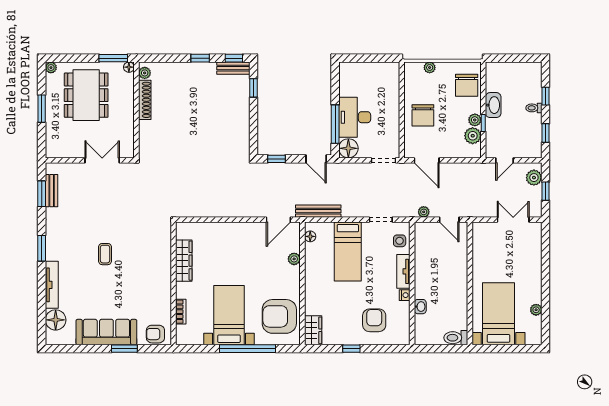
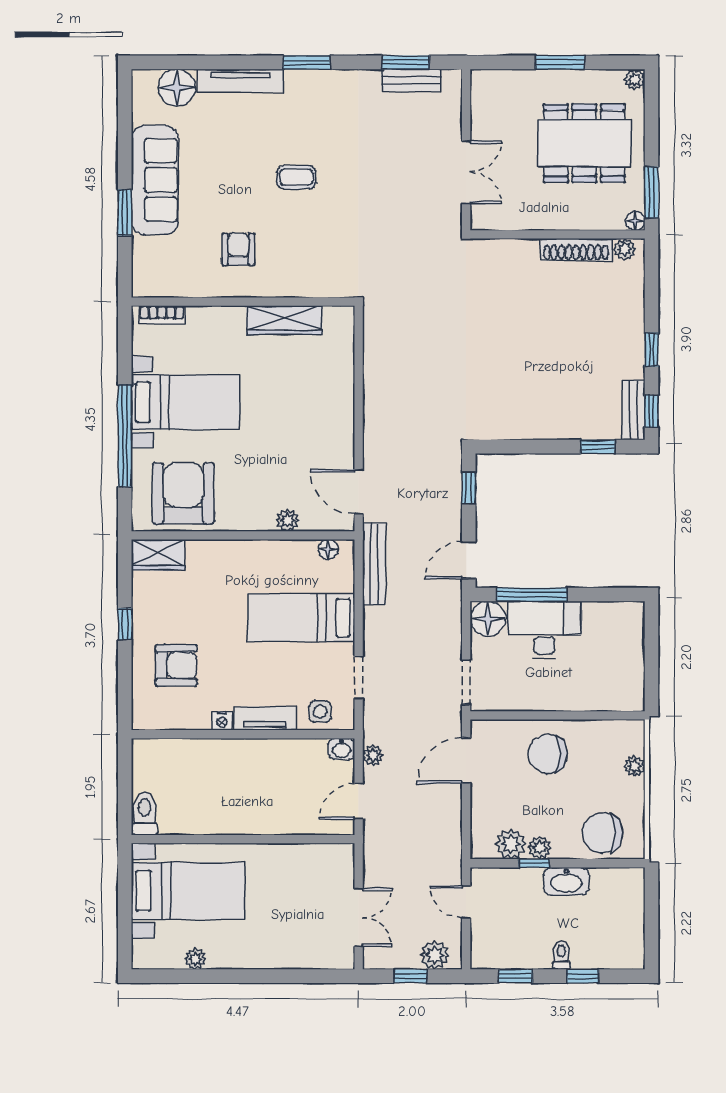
washbasin: (420, 307) -> (341, 749), moved
bookcase: (181, 312) -> (162, 315), moved
armchair: (155, 334) -> (238, 249), moved

